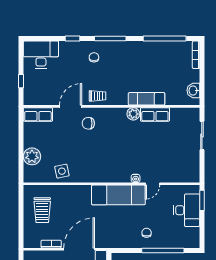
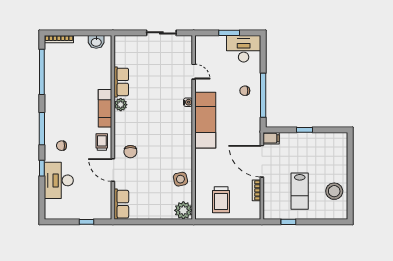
desk: (41, 55) -> (59, 180), moved
exam couch: (147, 99) -> (105, 108), moved
sliding door: (202, 135) -> (161, 33), moved
plant: (32, 156) -> (183, 210), moved
door: (152, 184) -> (194, 72), moved
window: (202, 200) -> (229, 33), moved
trolley: (42, 210) -> (221, 200), turned 90
desk: (187, 210) -> (244, 49), moved
window: (163, 250) -> (263, 95), moved

